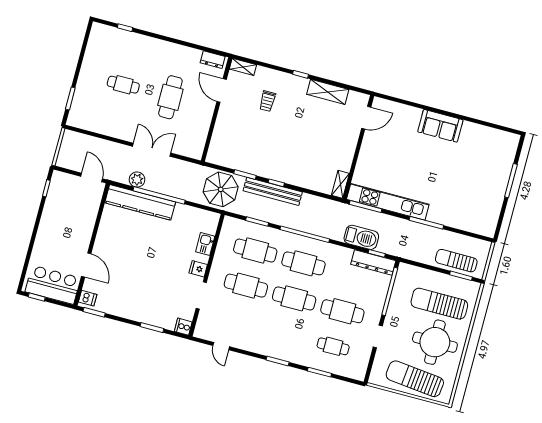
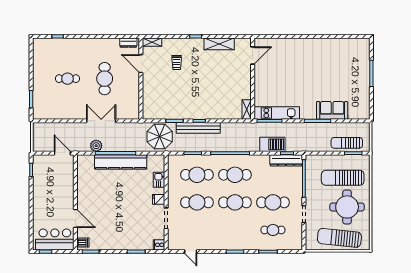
sofa: (440, 126) -> (332, 110), moved, turned 180
kitchen counter: (140, 202) -> (121, 162), moved
kitchen unit: (388, 202) -> (277, 113), width x0.73

